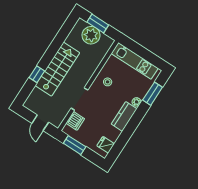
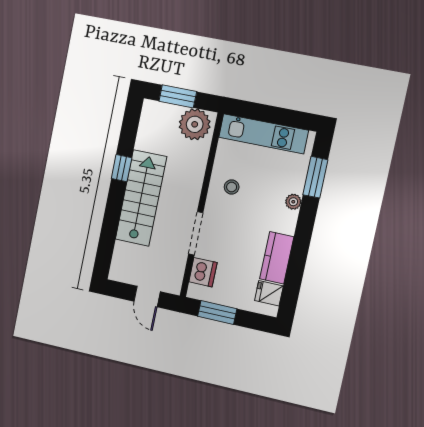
plant: (91, 35) -> (195, 124), moved
window: (37, 74) -> (122, 168), moved
kitchen counter: (124, 116) -> (277, 258), moved

